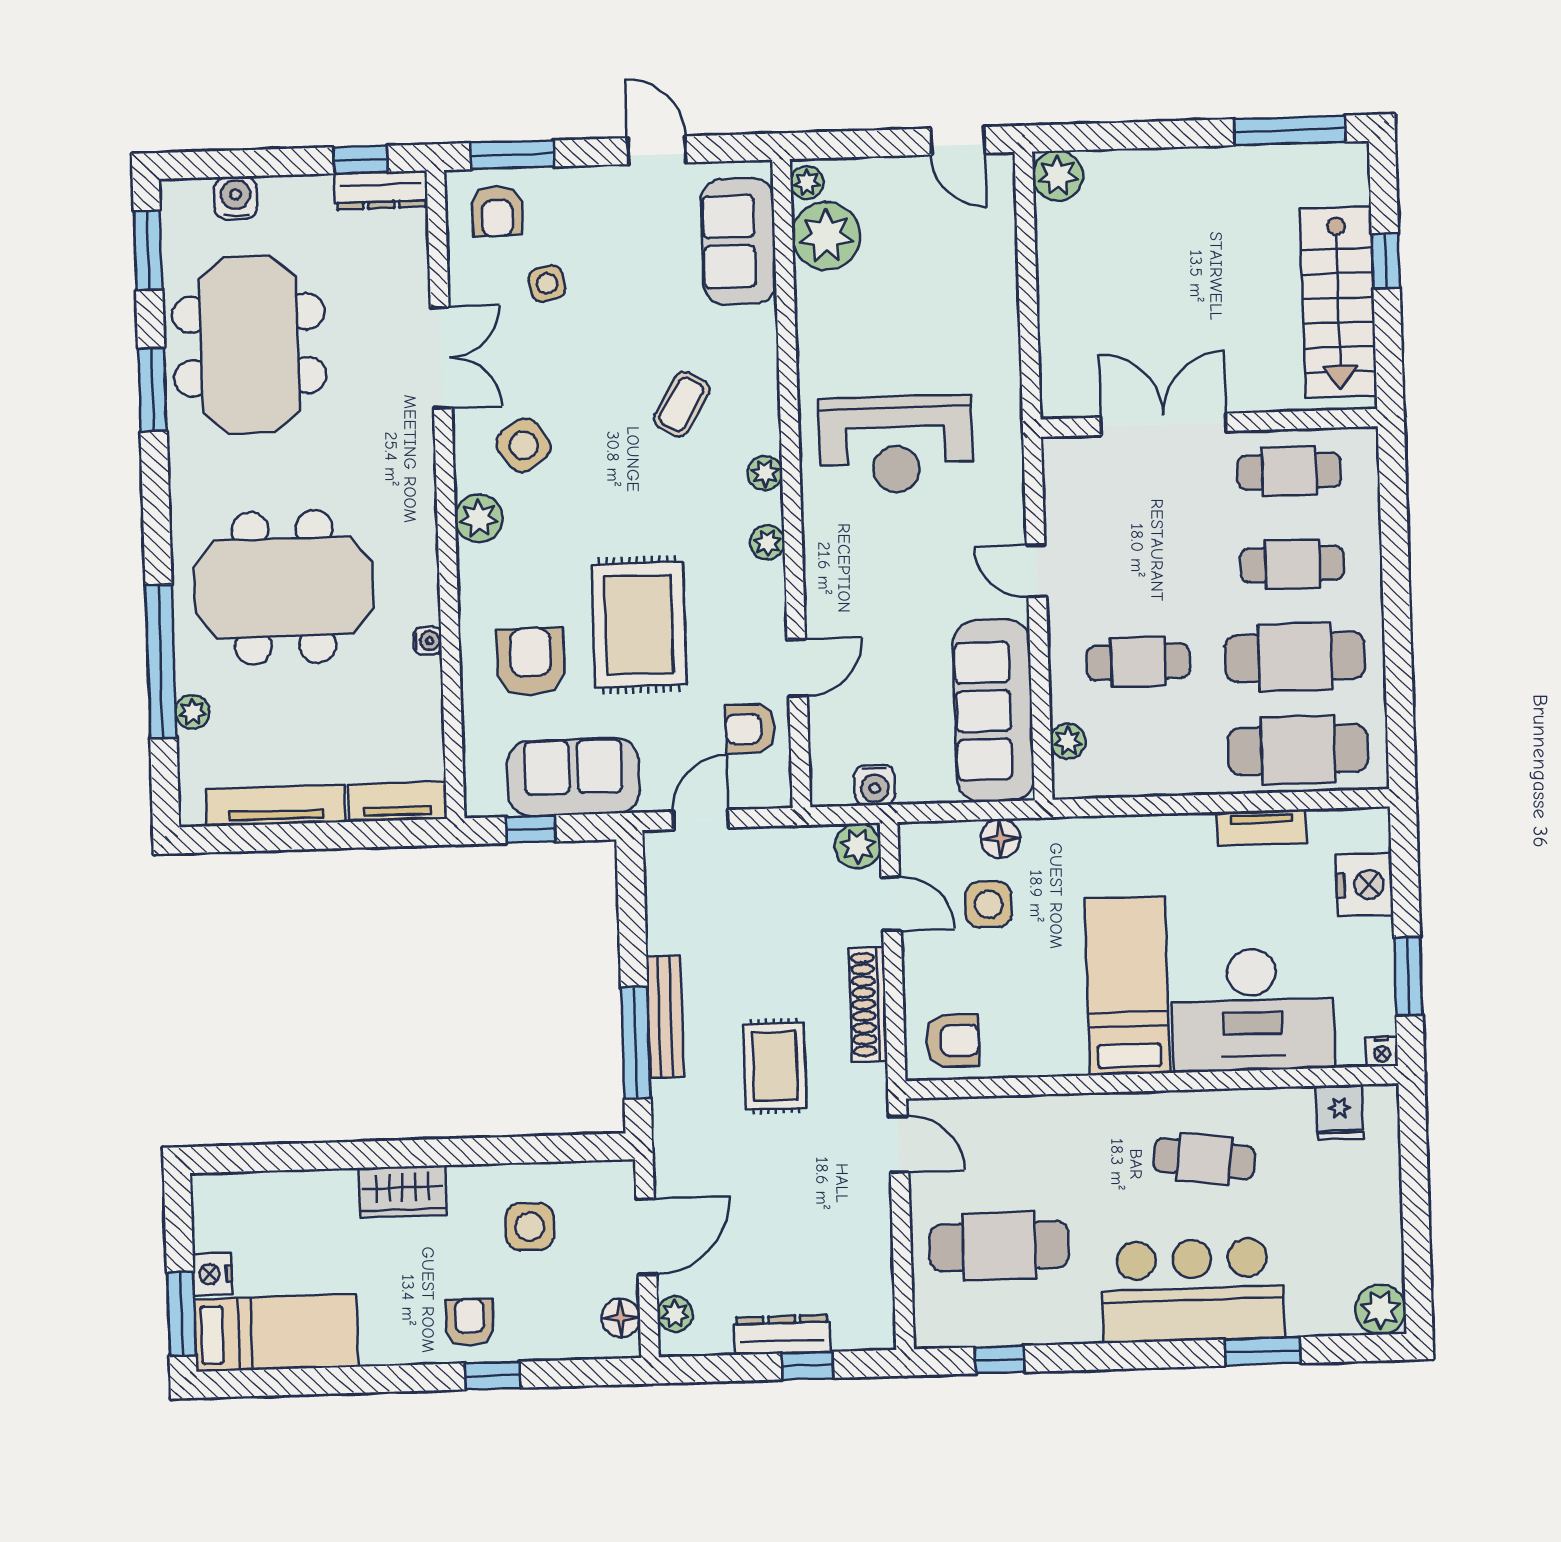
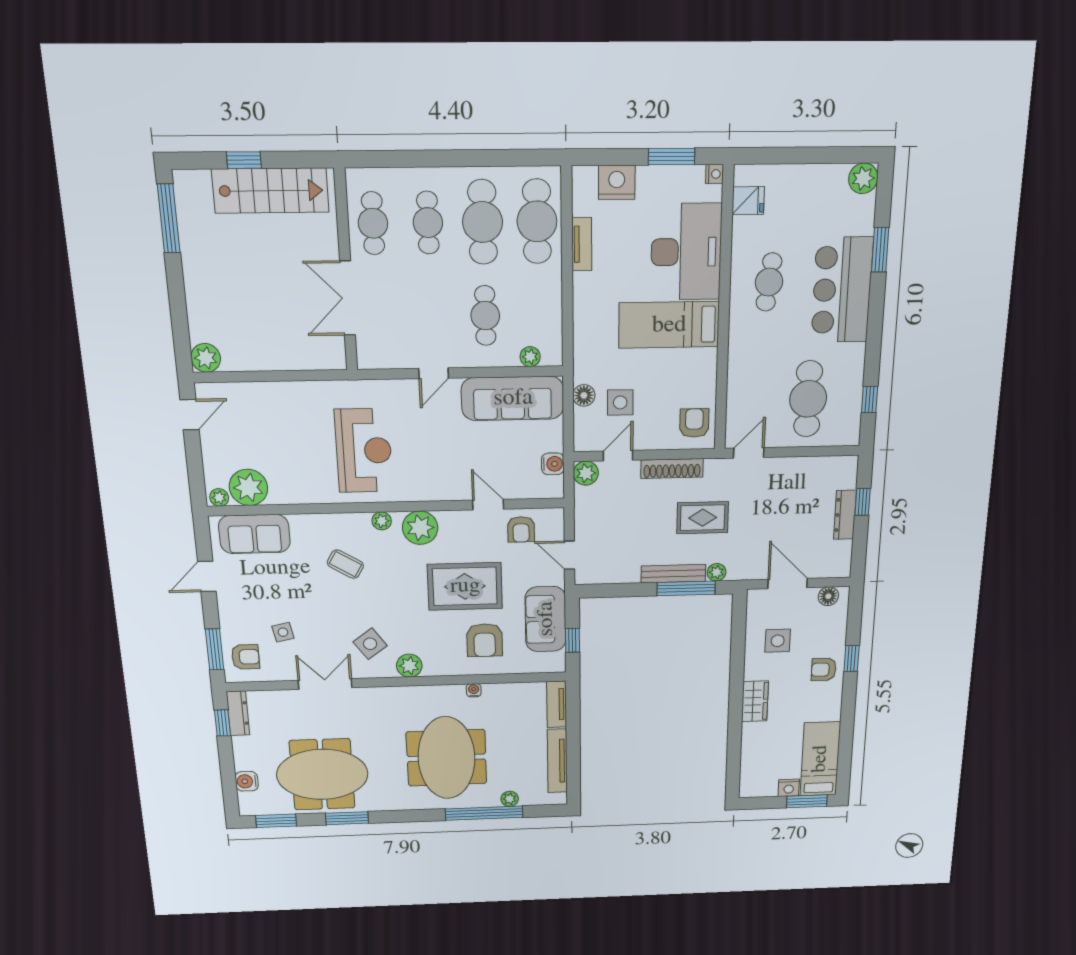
plant: (767, 542) -> (420, 528), width x1.88, depth x1.88
armchair: (531, 662) -> (485, 640), turned -90
plant: (675, 1314) -> (717, 572), moved

